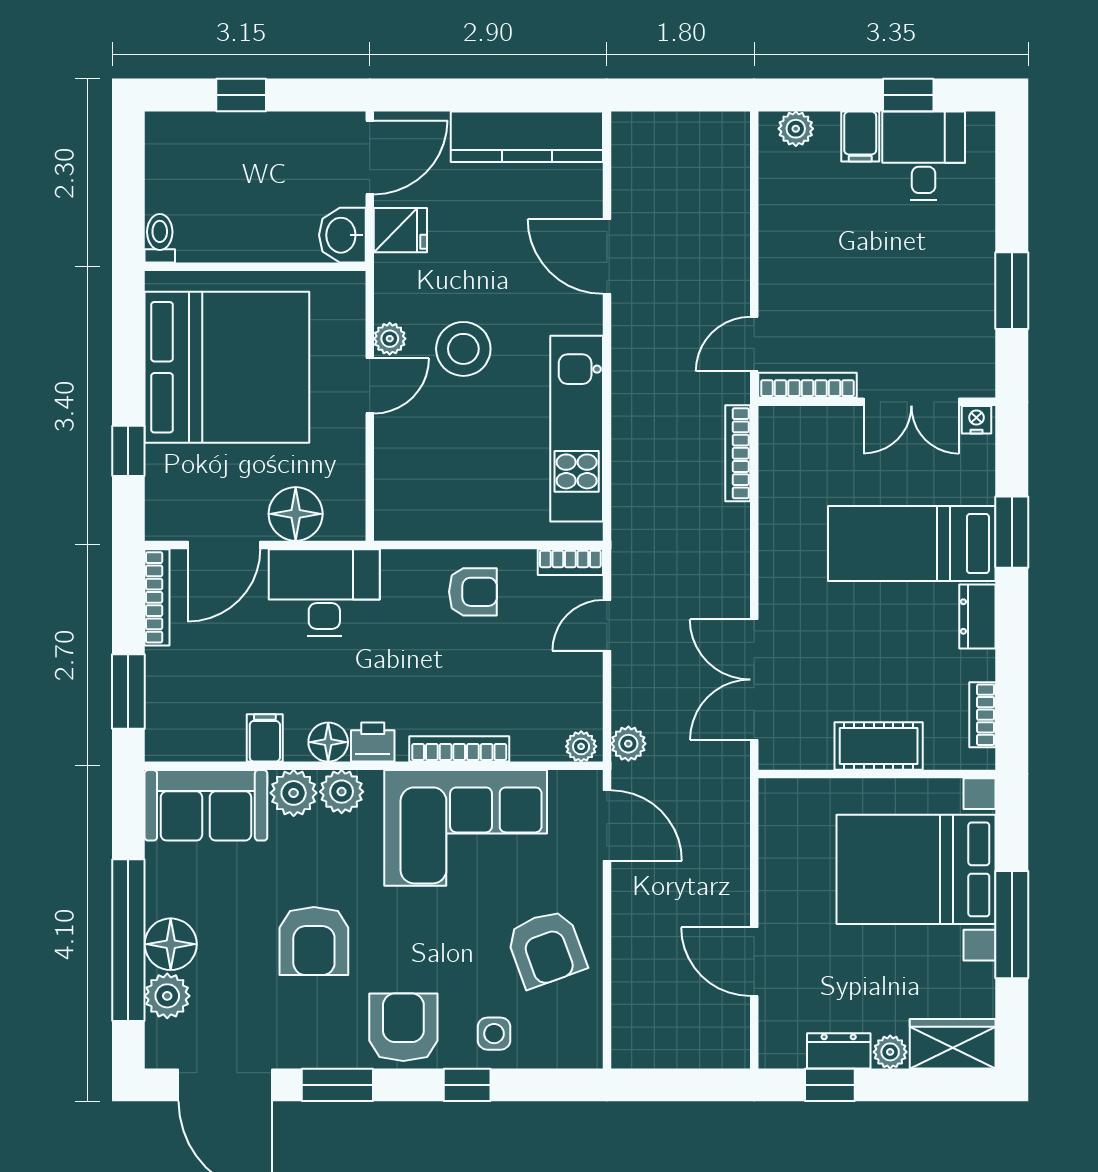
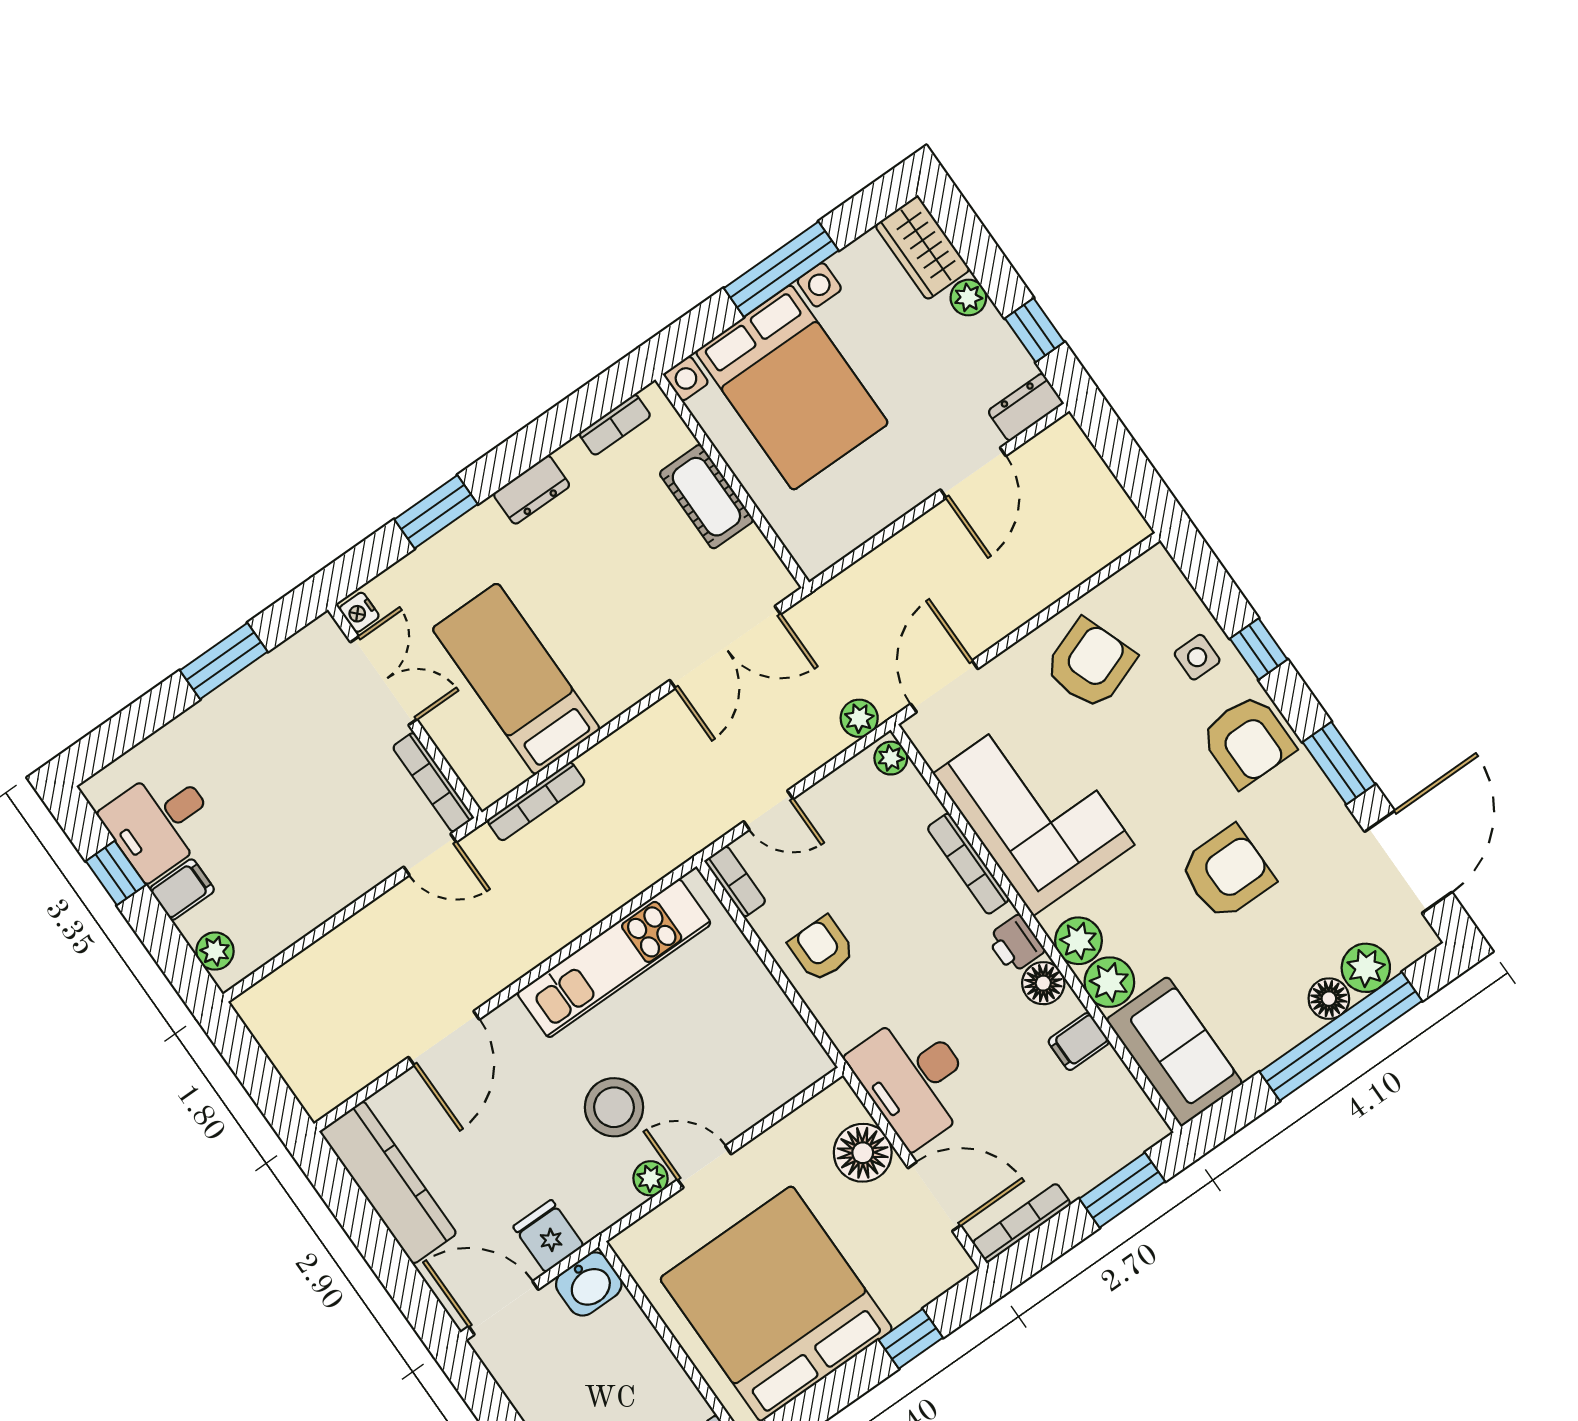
bed: (912, 544) -> (516, 679), moved, turned 180
floor lamp: (171, 944) -> (1329, 999), width x0.73, depth x0.73
armchair: (403, 1027) -> (1248, 741), turned -90
dresser: (839, 1051) -> (1026, 407), moved, turned 90

